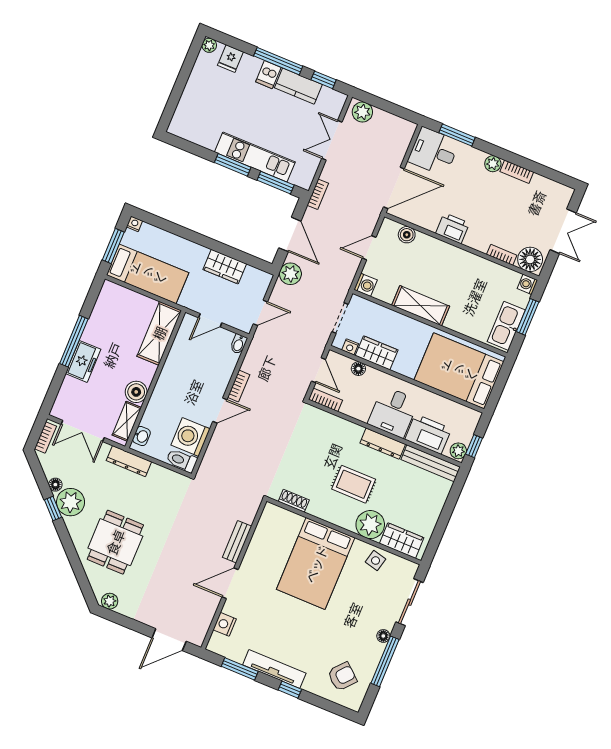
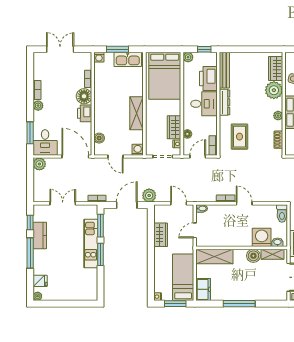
dishwasher: (268, 75) -> (40, 255), removed
plant: (362, 112) -> (39, 164), moved
double door: (332, 140) -> (63, 203), swing flipped
floor lamp: (530, 259) -> (84, 96), moved
door: (210, 320) -> (195, 230), swing flipped
freezer: (83, 361) -> (203, 289), moved, turned 90
washing machine: (191, 437) -> (262, 237), moved, turned 180
plant: (458, 451) -> (188, 57), moved
rug: (354, 484) -> (239, 137), moved
plant: (330, 515) -> (278, 116), added

